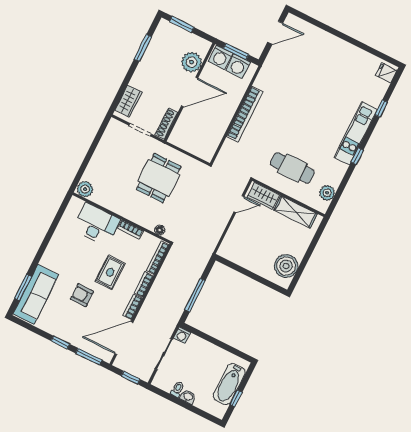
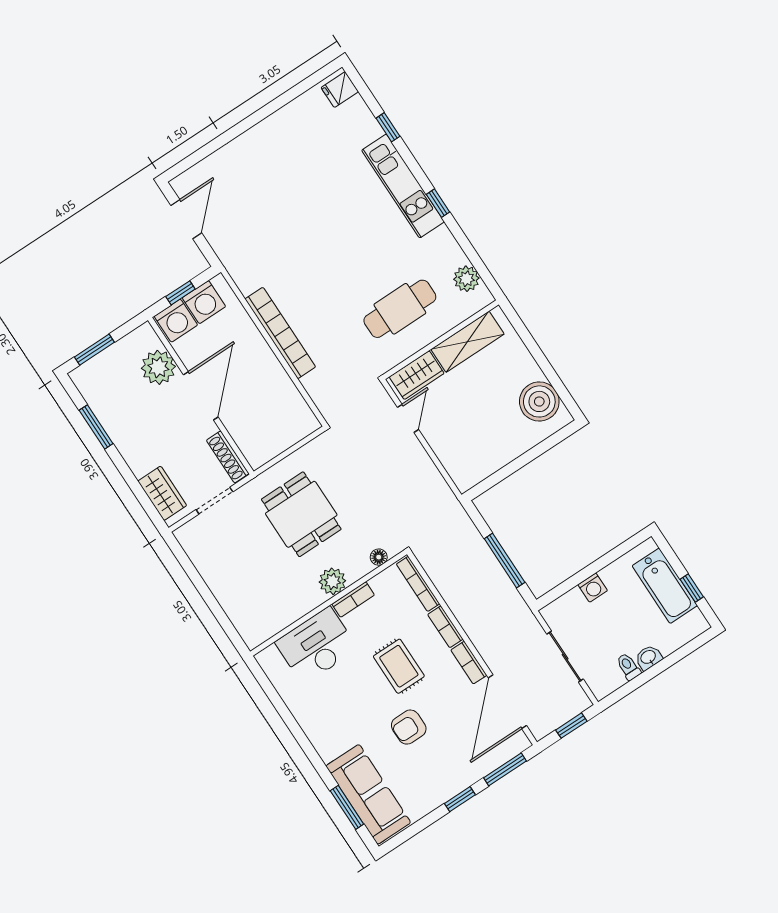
window: (236, 51) -> (180, 293), width x0.67
plant: (85, 189) -> (332, 581), moved
washing machine: (182, 335) -> (593, 588), moved

